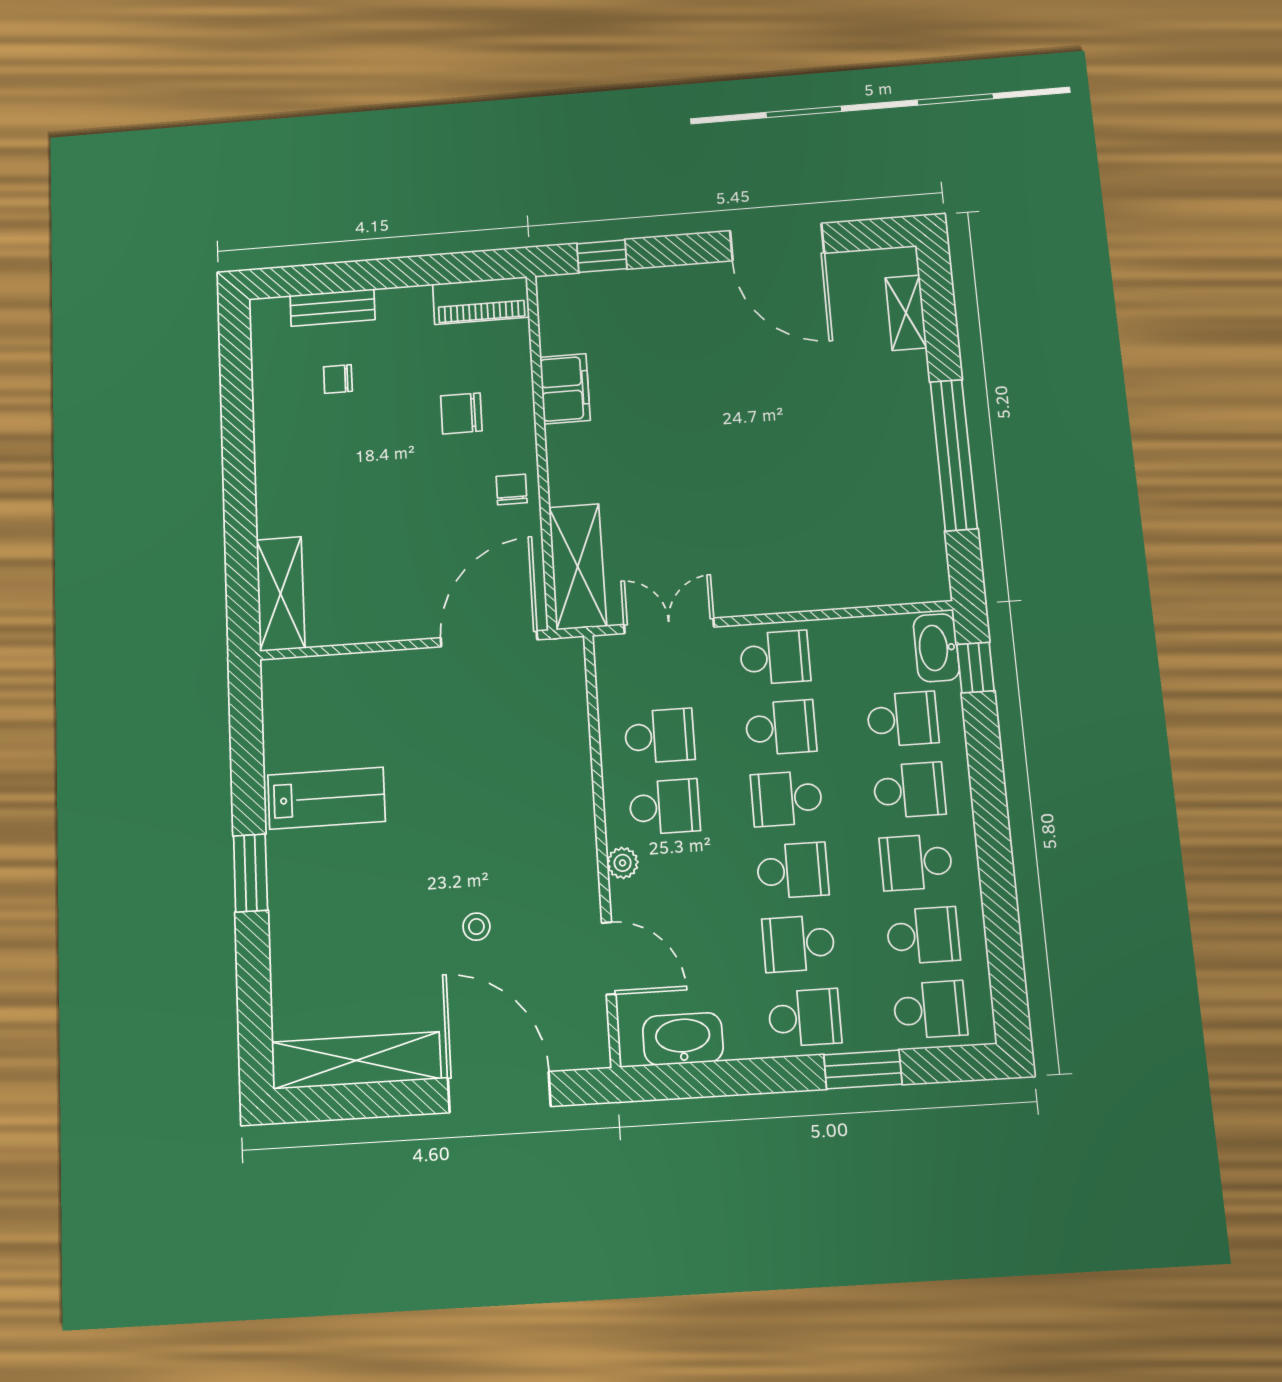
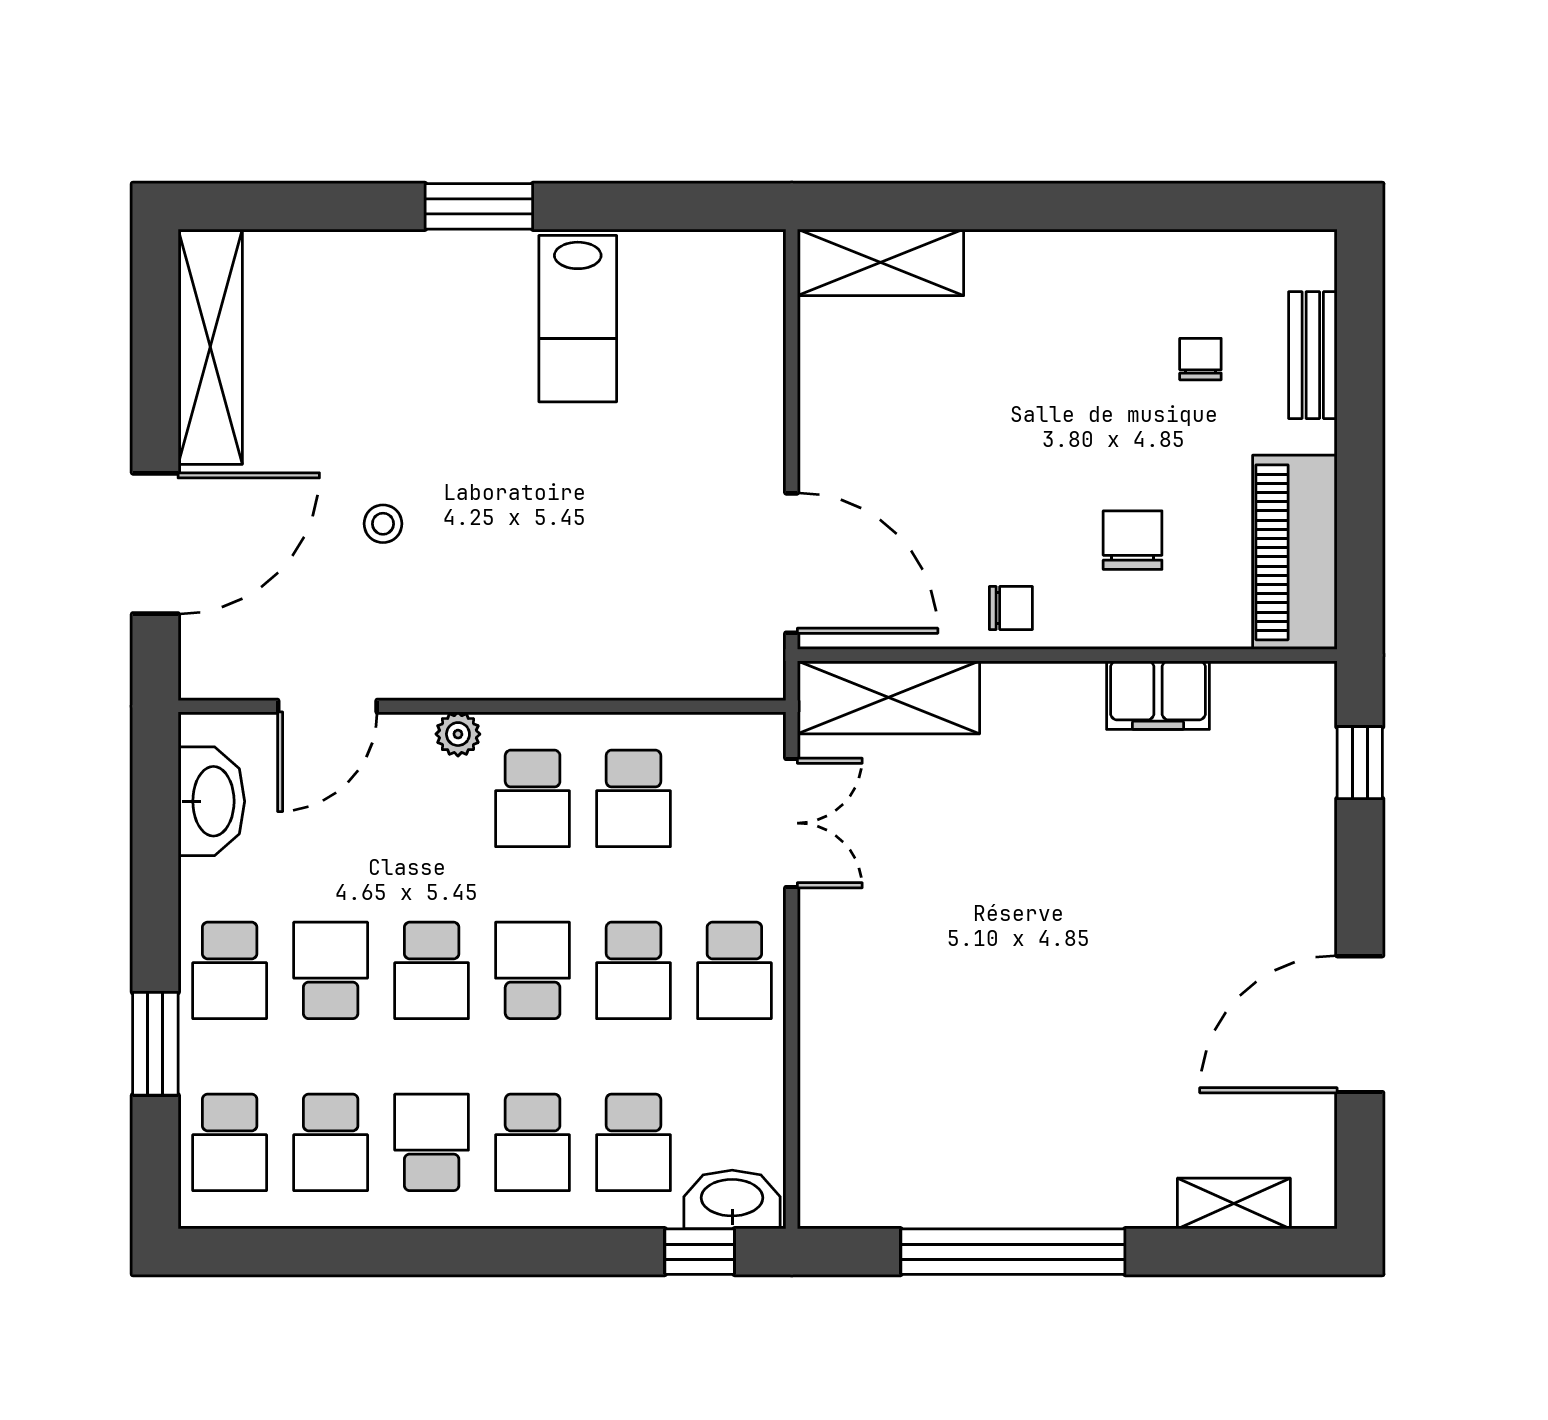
piano: (481, 301) -> (1295, 552), width x1.37, depth x1.33

